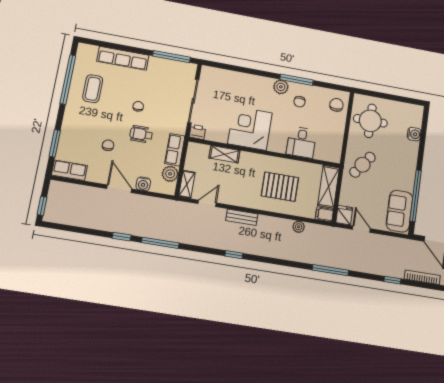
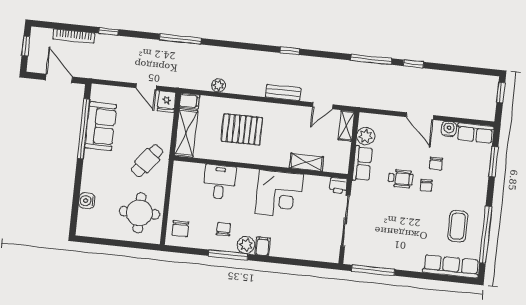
row of seats: (123, 58) -> (451, 266), moved
filing cabinet: (267, 85) -> (263, 246), added
chair: (138, 106) -> (426, 185), moved
water cooler: (143, 184) -> (449, 129), moved
sofa: (399, 211) -> (101, 126), moved

